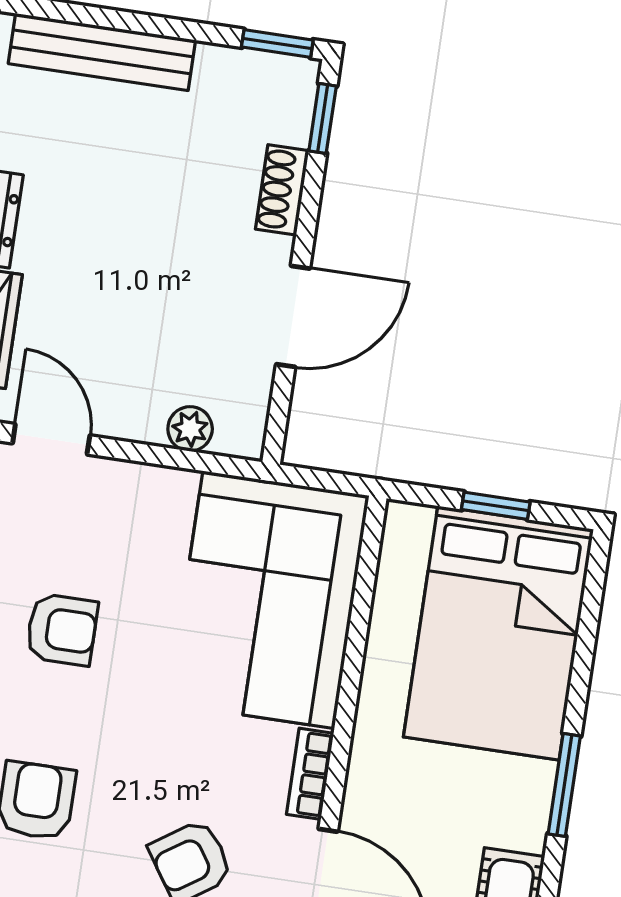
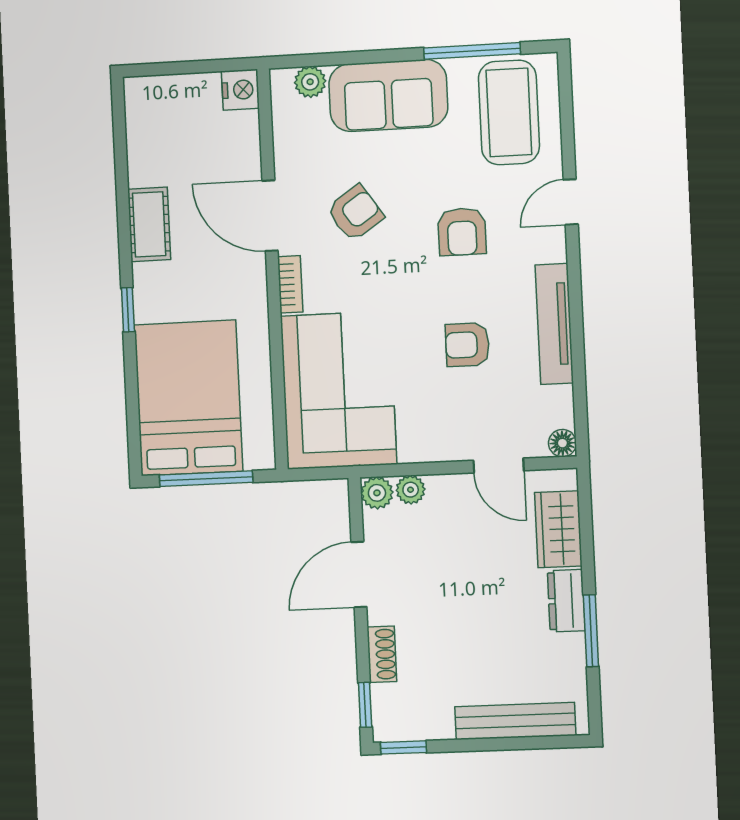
plant: (242, 434) -> (377, 493), added
window: (496, 506) -> (206, 479), width x2.17
window: (564, 785) -> (128, 310), width x0.67

